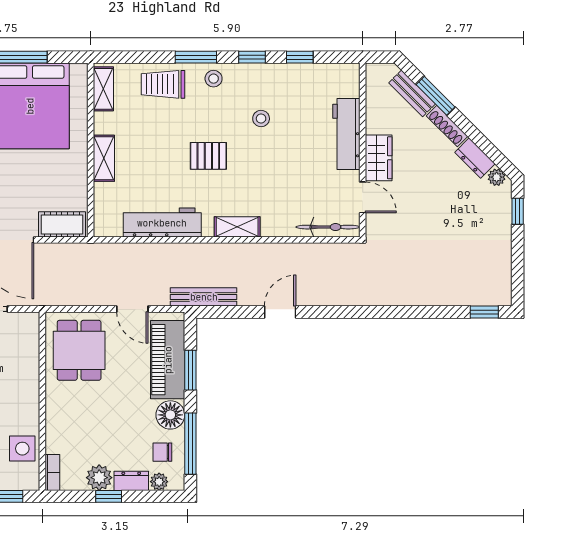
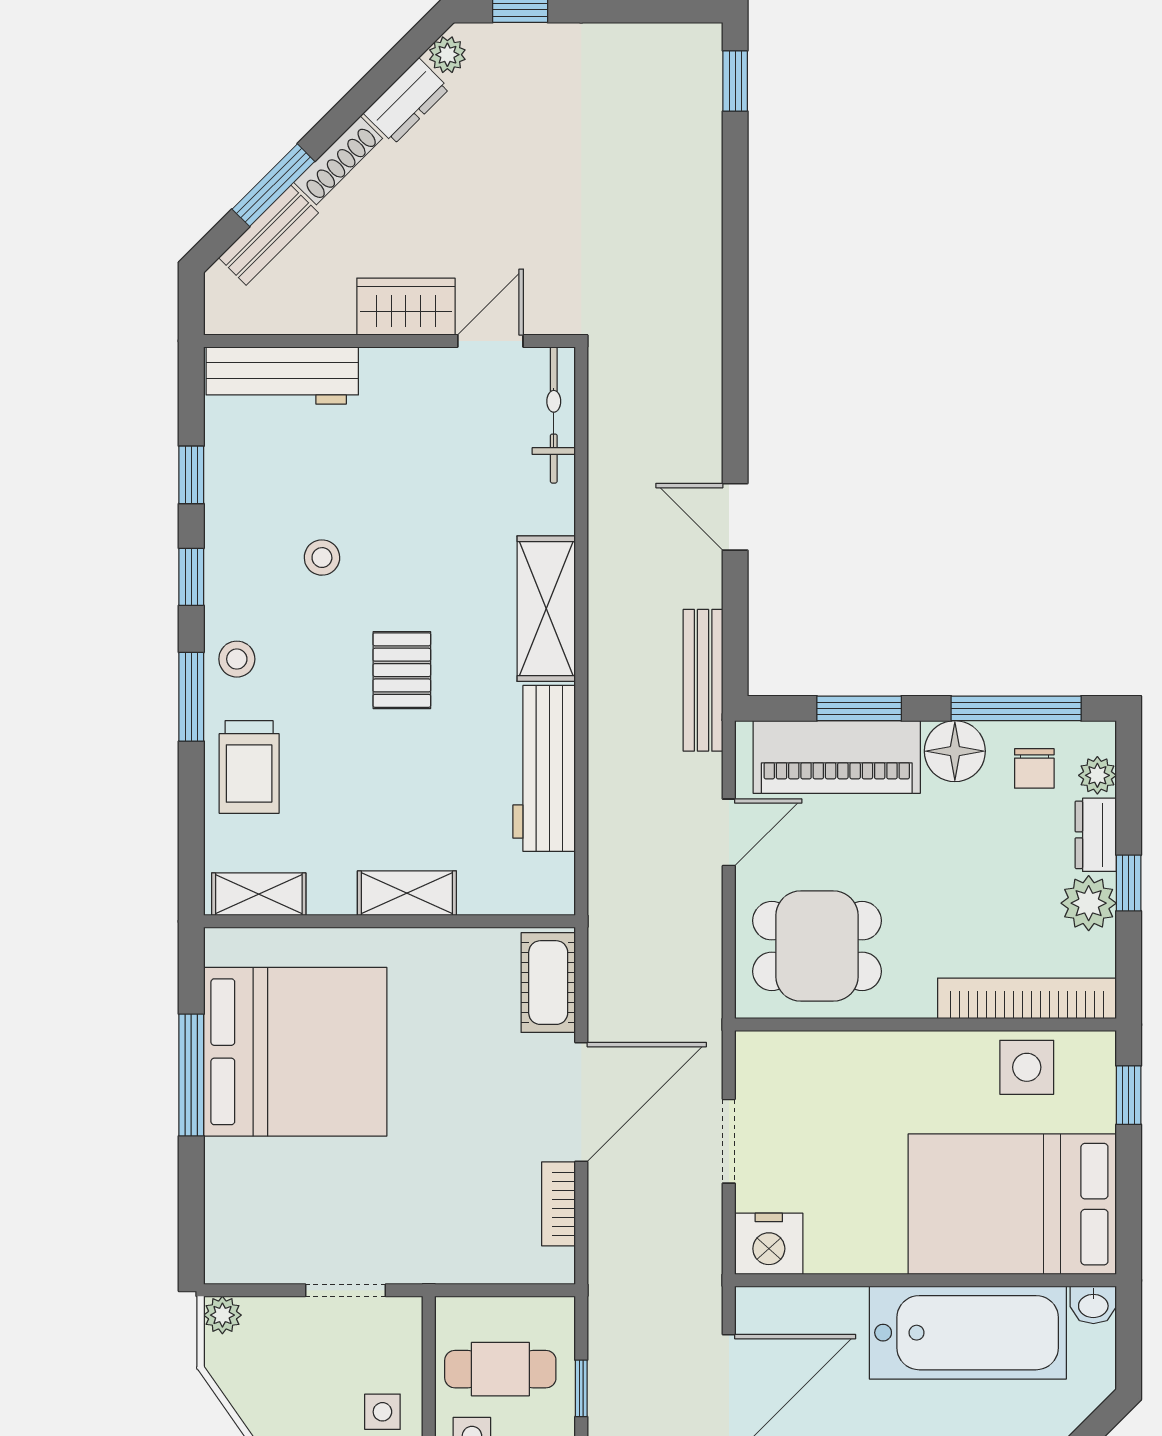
workbench: (346, 134) -> (282, 375), moved
shelving: (237, 227) -> (546, 609), width x1.50, depth x1.33
bookcase: (52, 472) -> (1027, 998), width x2.31, depth x1.31

